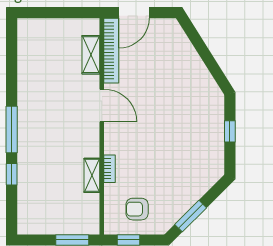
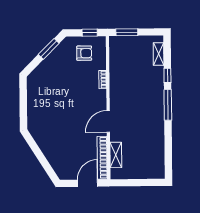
door: (102, 106) -> (108, 121), hinge flipped
window: (230, 131) -> (23, 105), removed
shelving: (92, 175) -> (159, 54), moved

